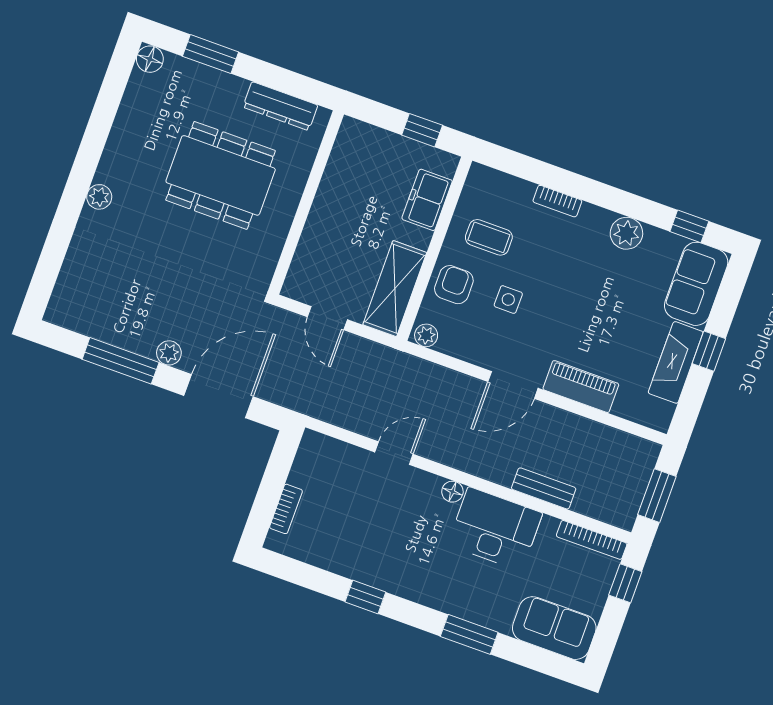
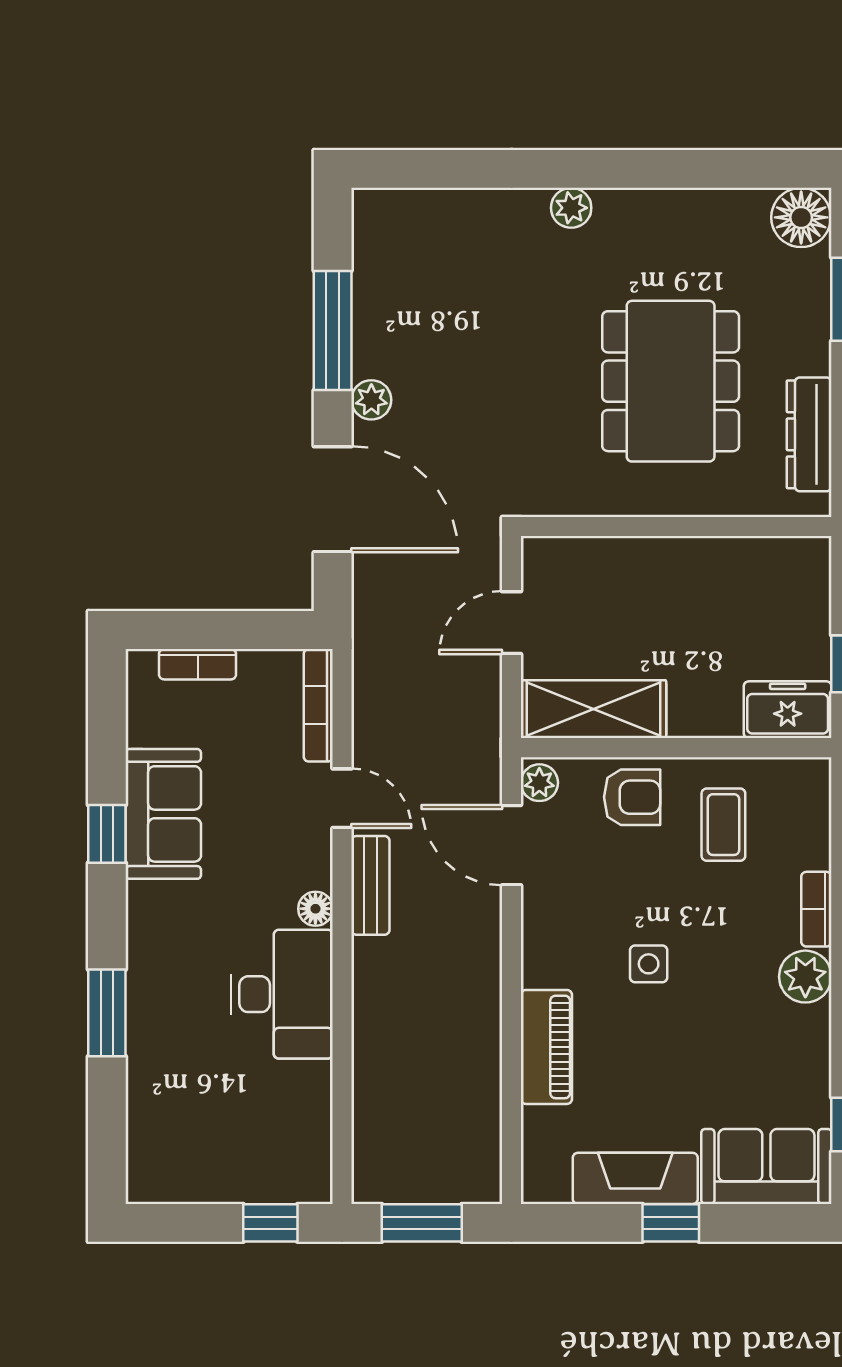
floor lamp: (150, 59) -> (801, 217), width x1.38, depth x1.38
freezer: (427, 200) -> (788, 710), moved
plant: (626, 233) -> (805, 977), moved
side table: (508, 300) -> (649, 964), moved
door: (513, 385) -> (511, 845), moved
bench: (544, 488) -> (370, 885), moved
bookcase: (592, 540) -> (318, 705), moved
sofa: (554, 628) -> (163, 814), moved

